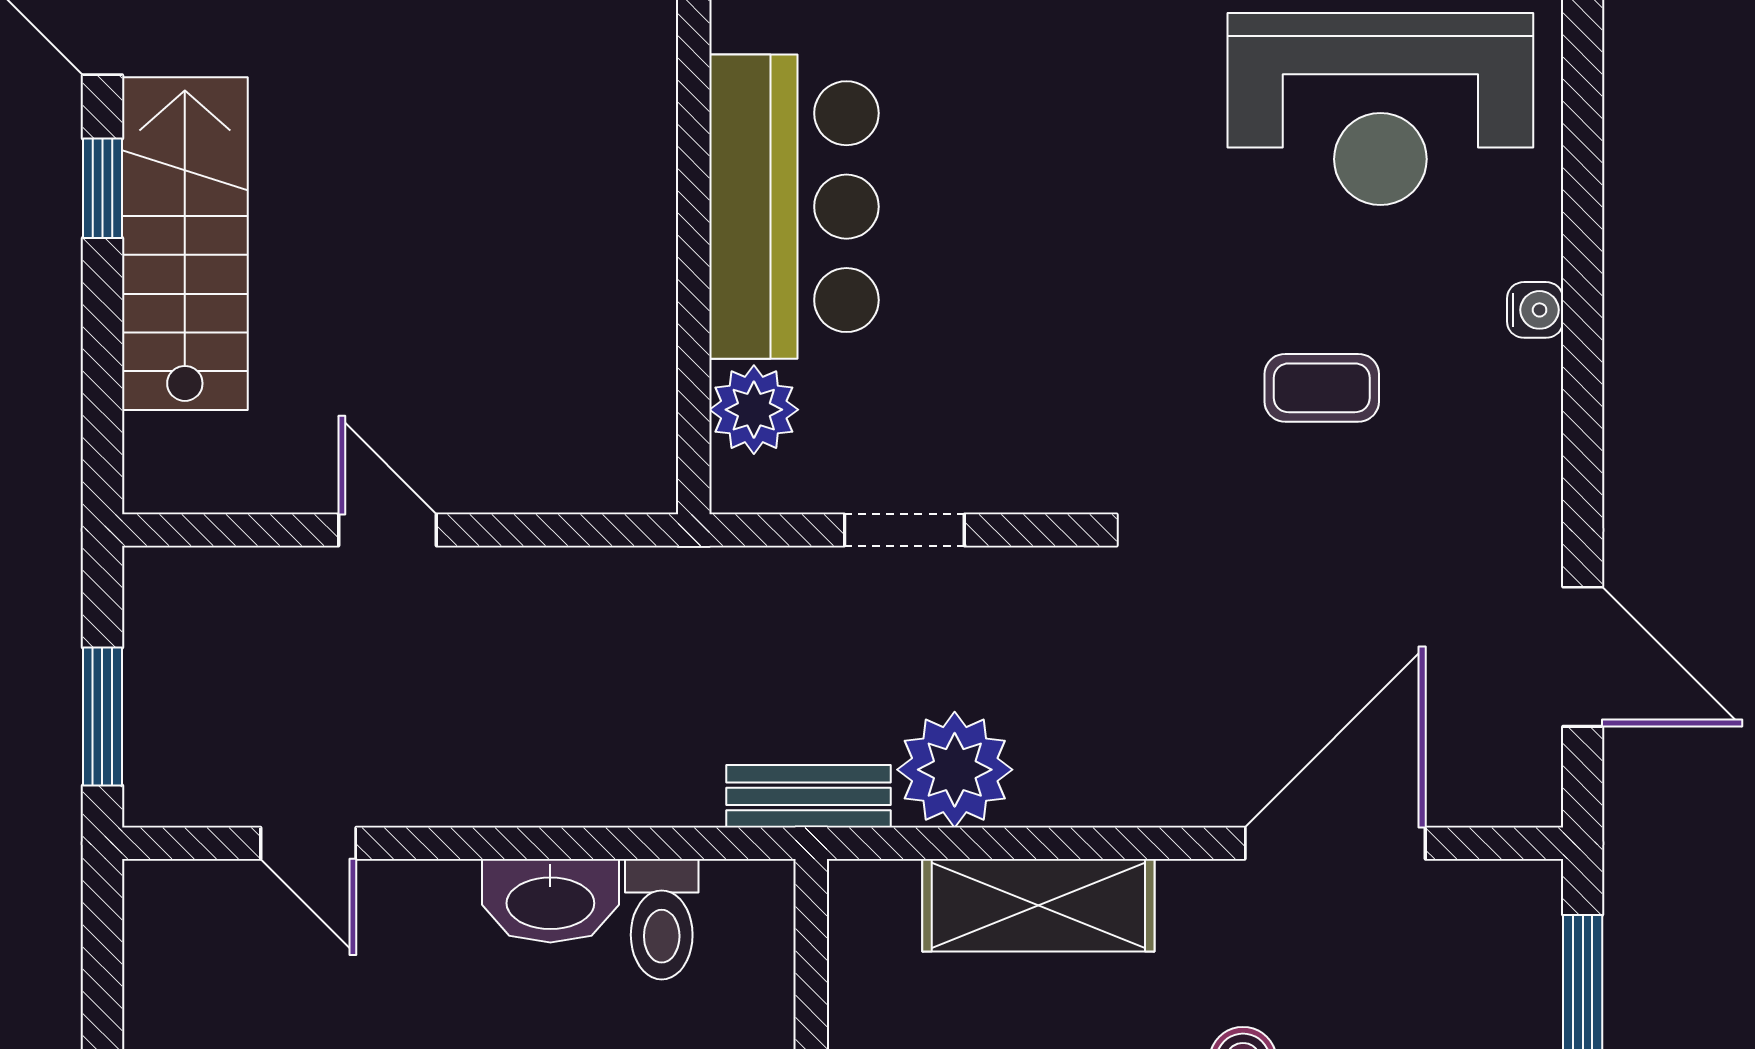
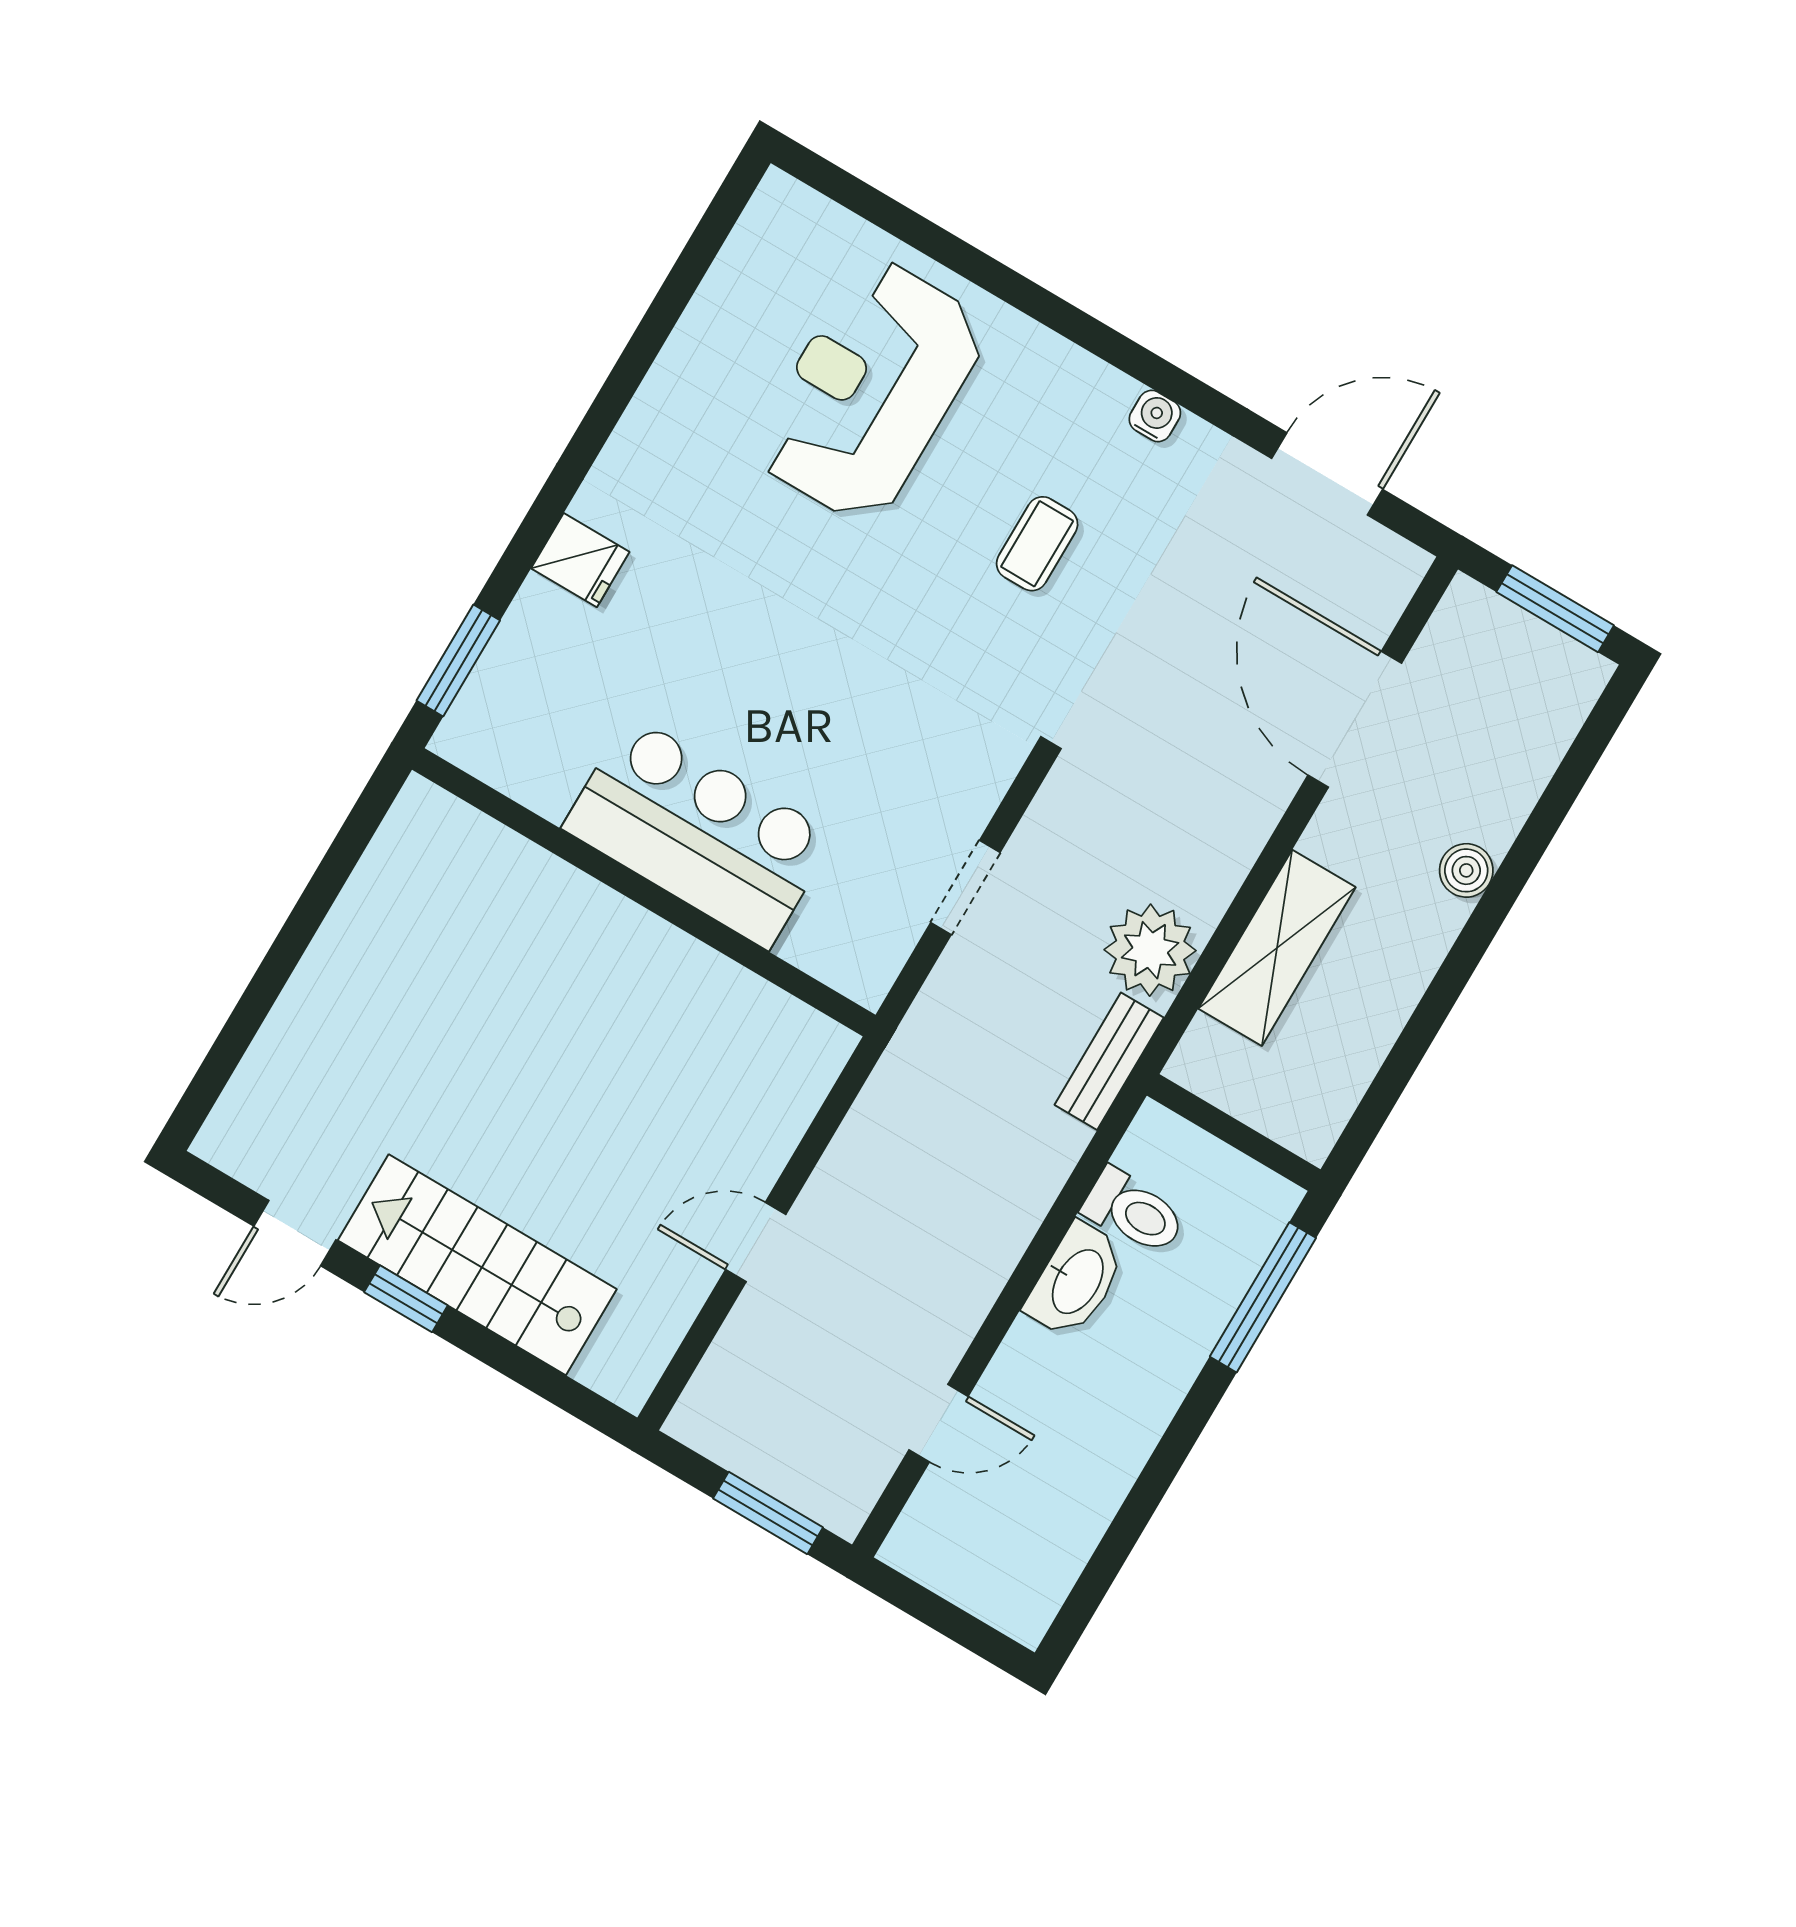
reception desk: (1380, 109) -> (870, 391), turned 180
water cooler: (1535, 310) -> (1155, 416), moved
plant: (754, 410) -> (822, 942), removed

